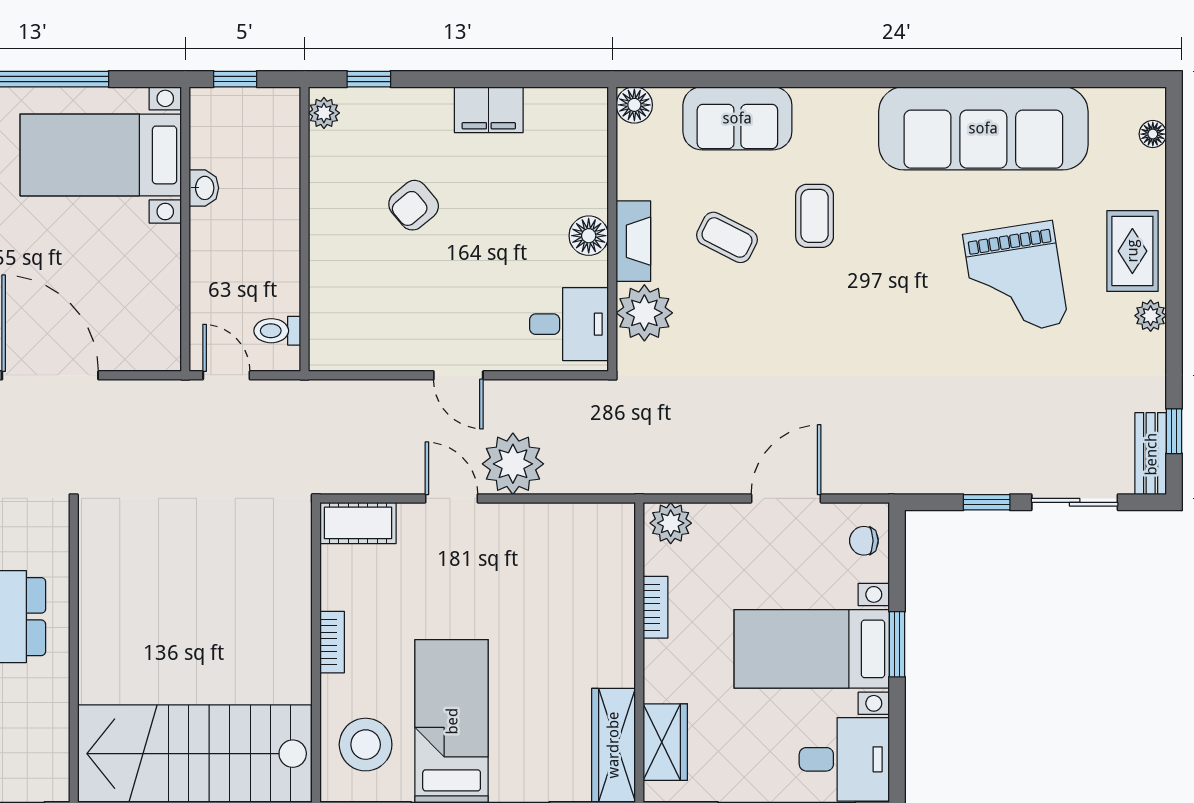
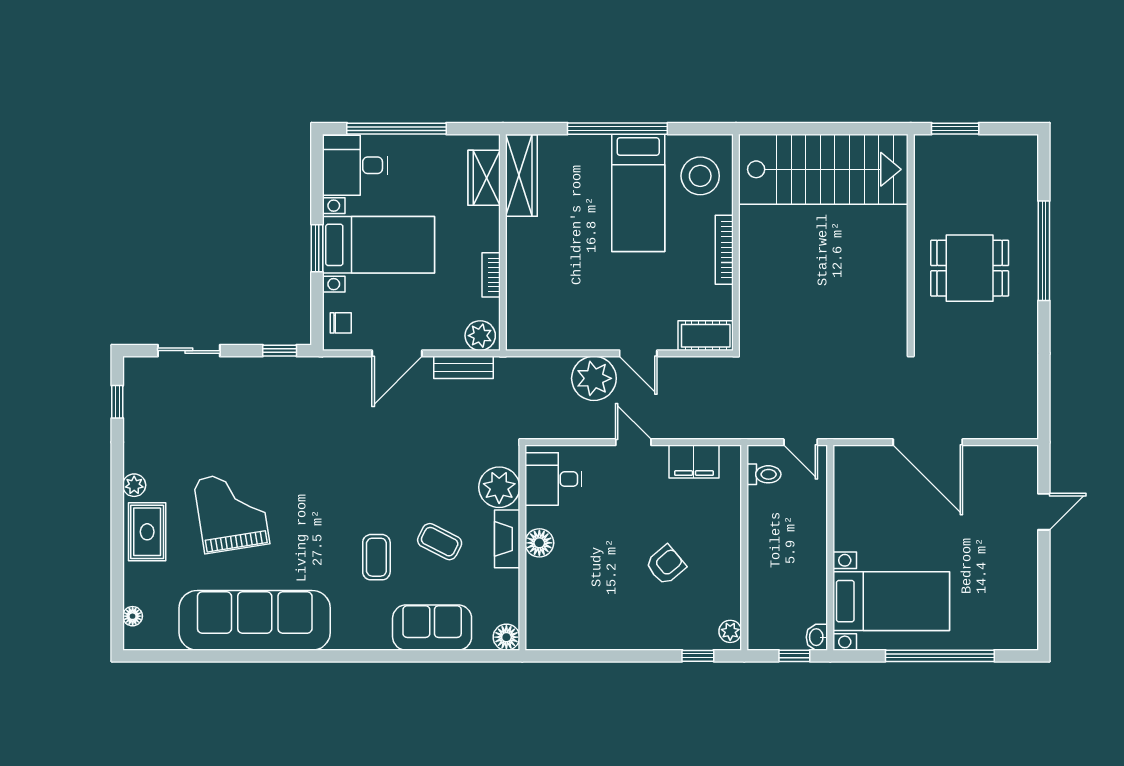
filing cabinet: (489, 110) -> (694, 461), moved, turned 180
washbasin: (204, 188) -> (817, 637), moved
bench: (1151, 454) -> (464, 367), moved, turned 90
window: (987, 502) -> (280, 351), moved
bookcase: (332, 642) -> (724, 250), width x1.56

